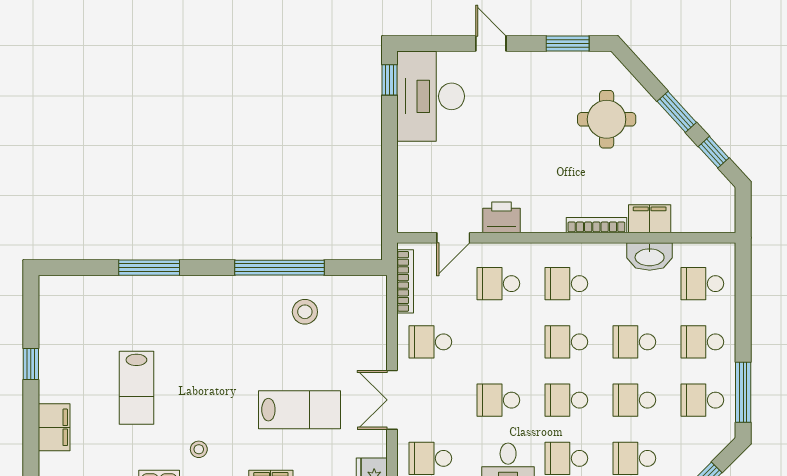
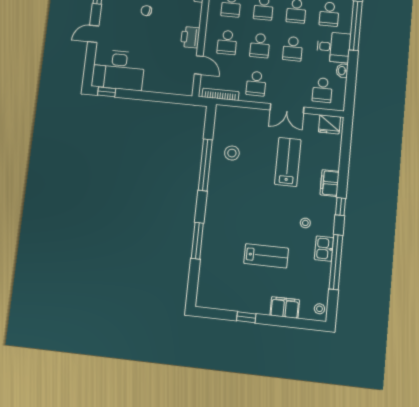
chair: (542, 134) -> (146, 11), added
school desk: (498, 342) -> (260, 46), added

